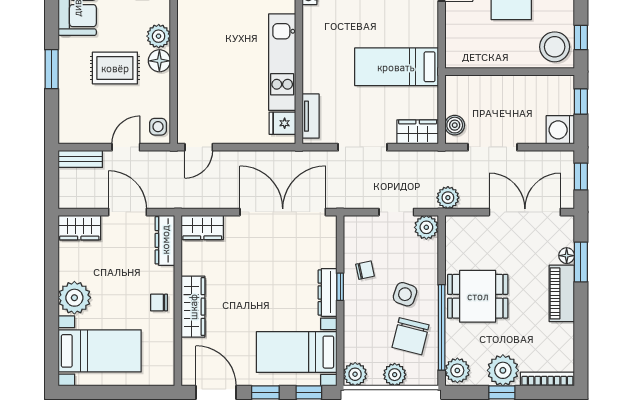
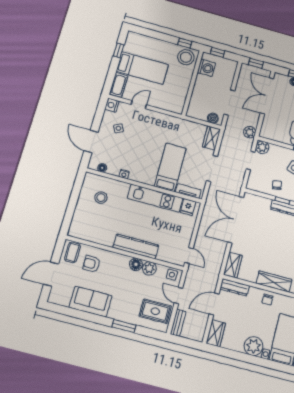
plant: (159, 36) -> (149, 268), moved
kitchen counter: (190, 52) -> (136, 246), added
bed: (396, 67) -> (170, 167), moved, turned 180
rug: (115, 68) -> (155, 311), moved, turned 90
washing machine: (560, 130) -> (206, 68), moved, turned -90

